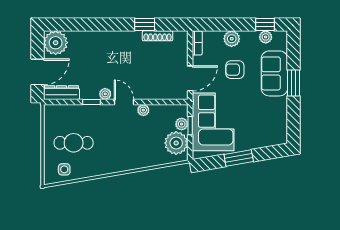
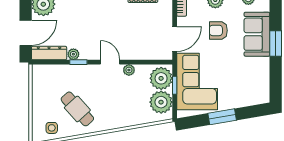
plant: (105, 94) -> (73, 54), moved
plant: (182, 124) -> (161, 78), width x1.87, depth x1.87
cafe table: (74, 143) -> (77, 109), moved, turned 48

